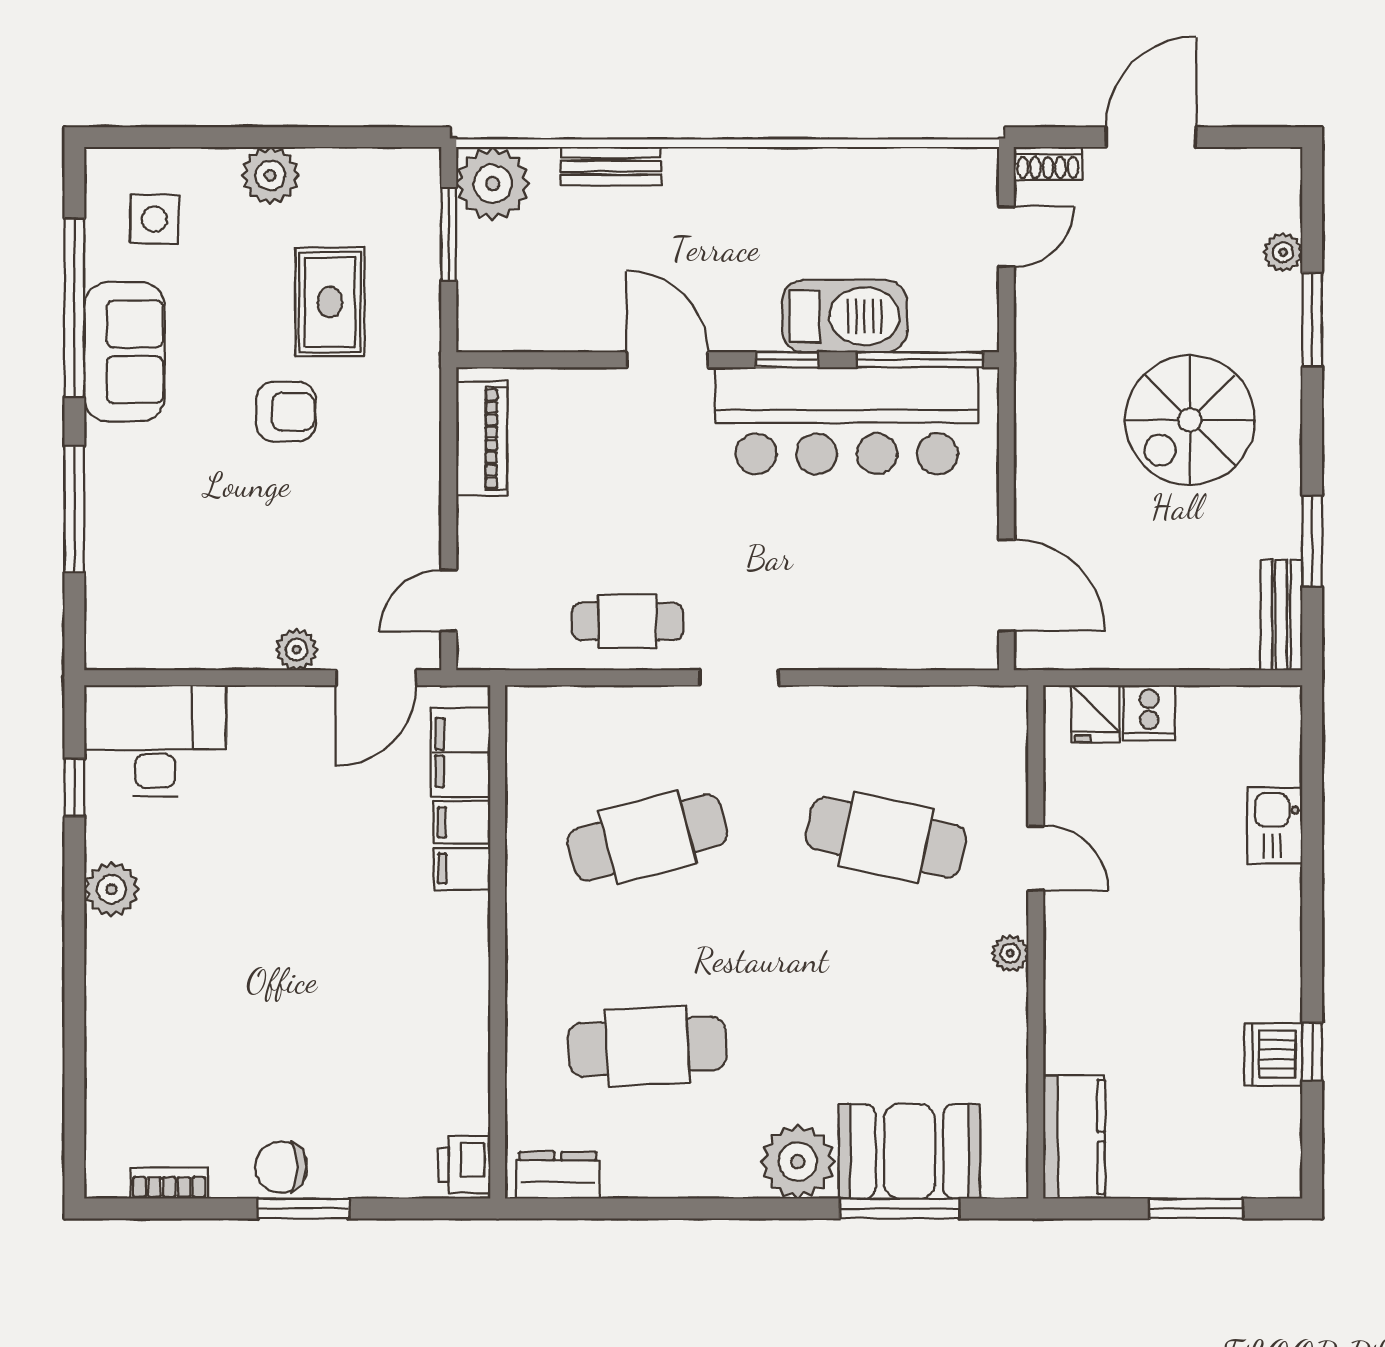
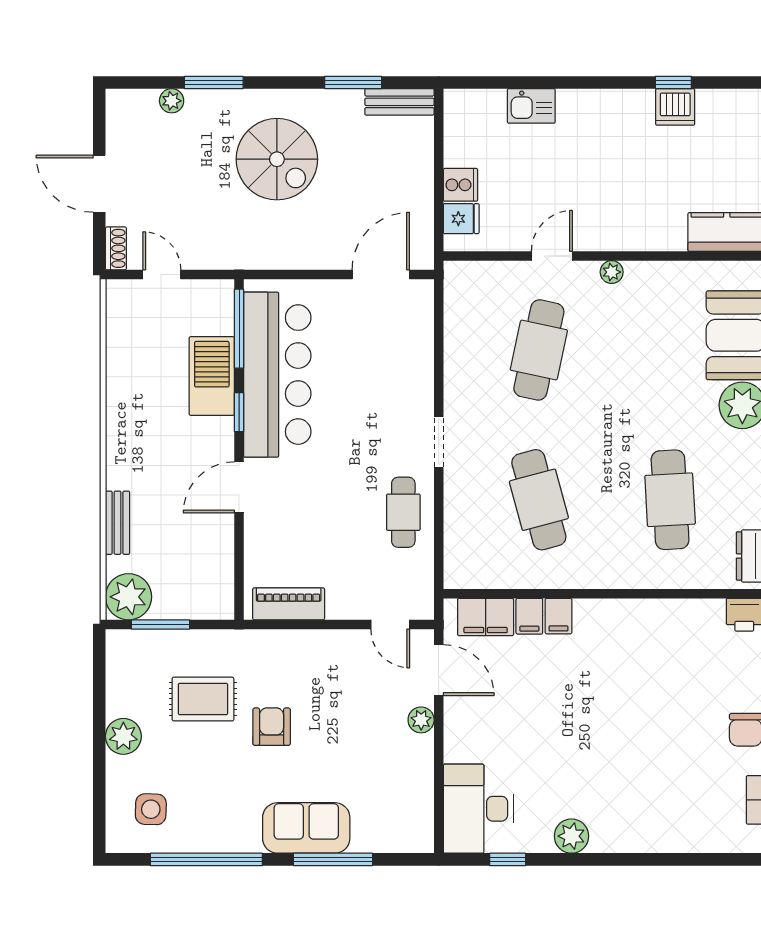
sofa: (124, 352) -> (306, 828), moved

